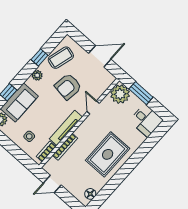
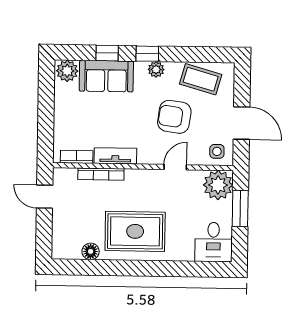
window: (39, 58) -> (147, 54), moved
tv unit: (66, 128) -> (115, 156), width x0.71
side table: (29, 136) -> (217, 151), moved
floor lamp: (90, 194) -> (91, 251), moved

